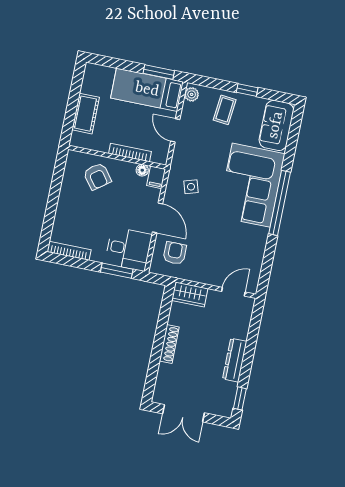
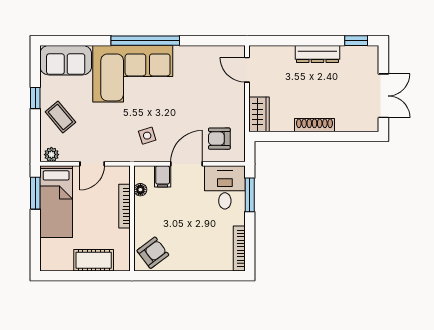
coffee table: (225, 110) -> (60, 117), turned 44
armchair: (97, 176) -> (153, 253), moved
filing cabinet: (156, 177) -> (163, 176), moved, turned 90

